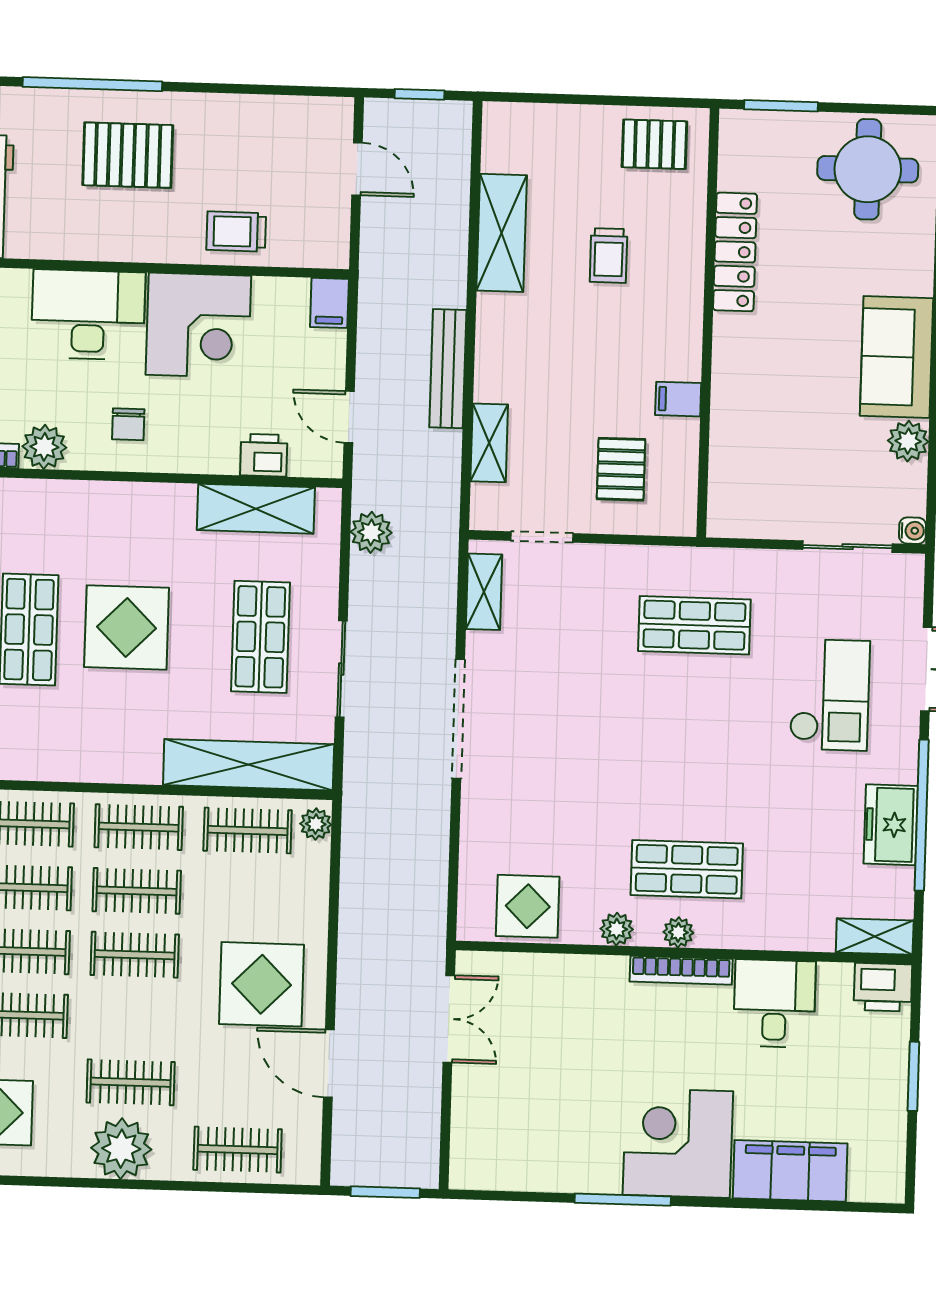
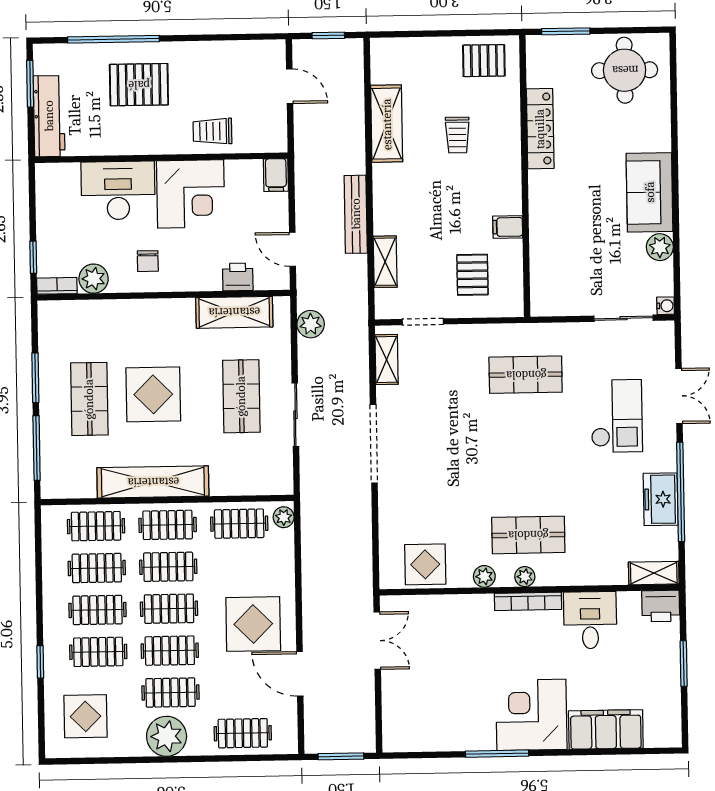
shelving: (249, 765) -> (153, 482), moved
clothes rail: (133, 1019) -> (170, 651), added

